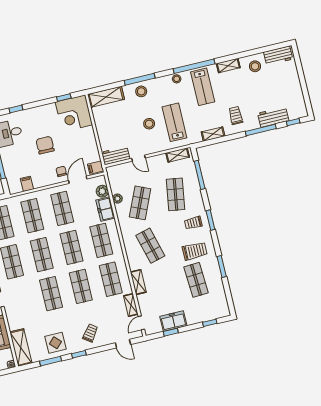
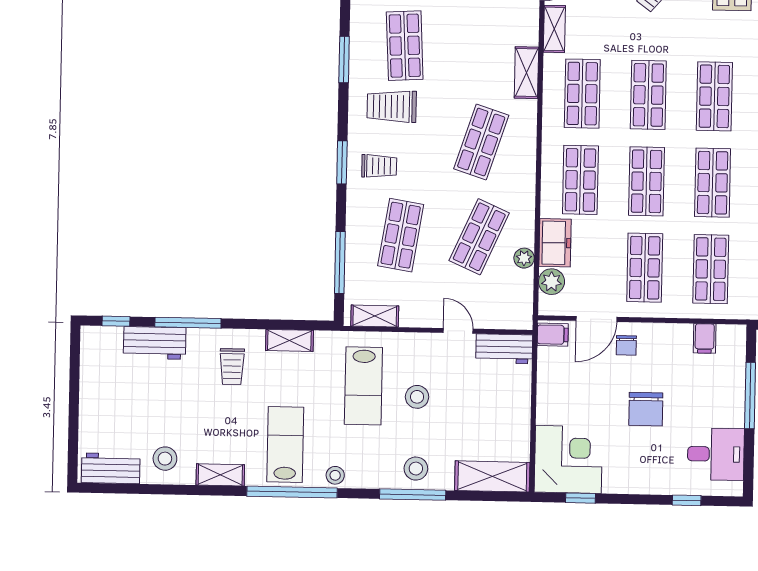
shop shelf: (150, 246) -> (481, 142), turned 33

